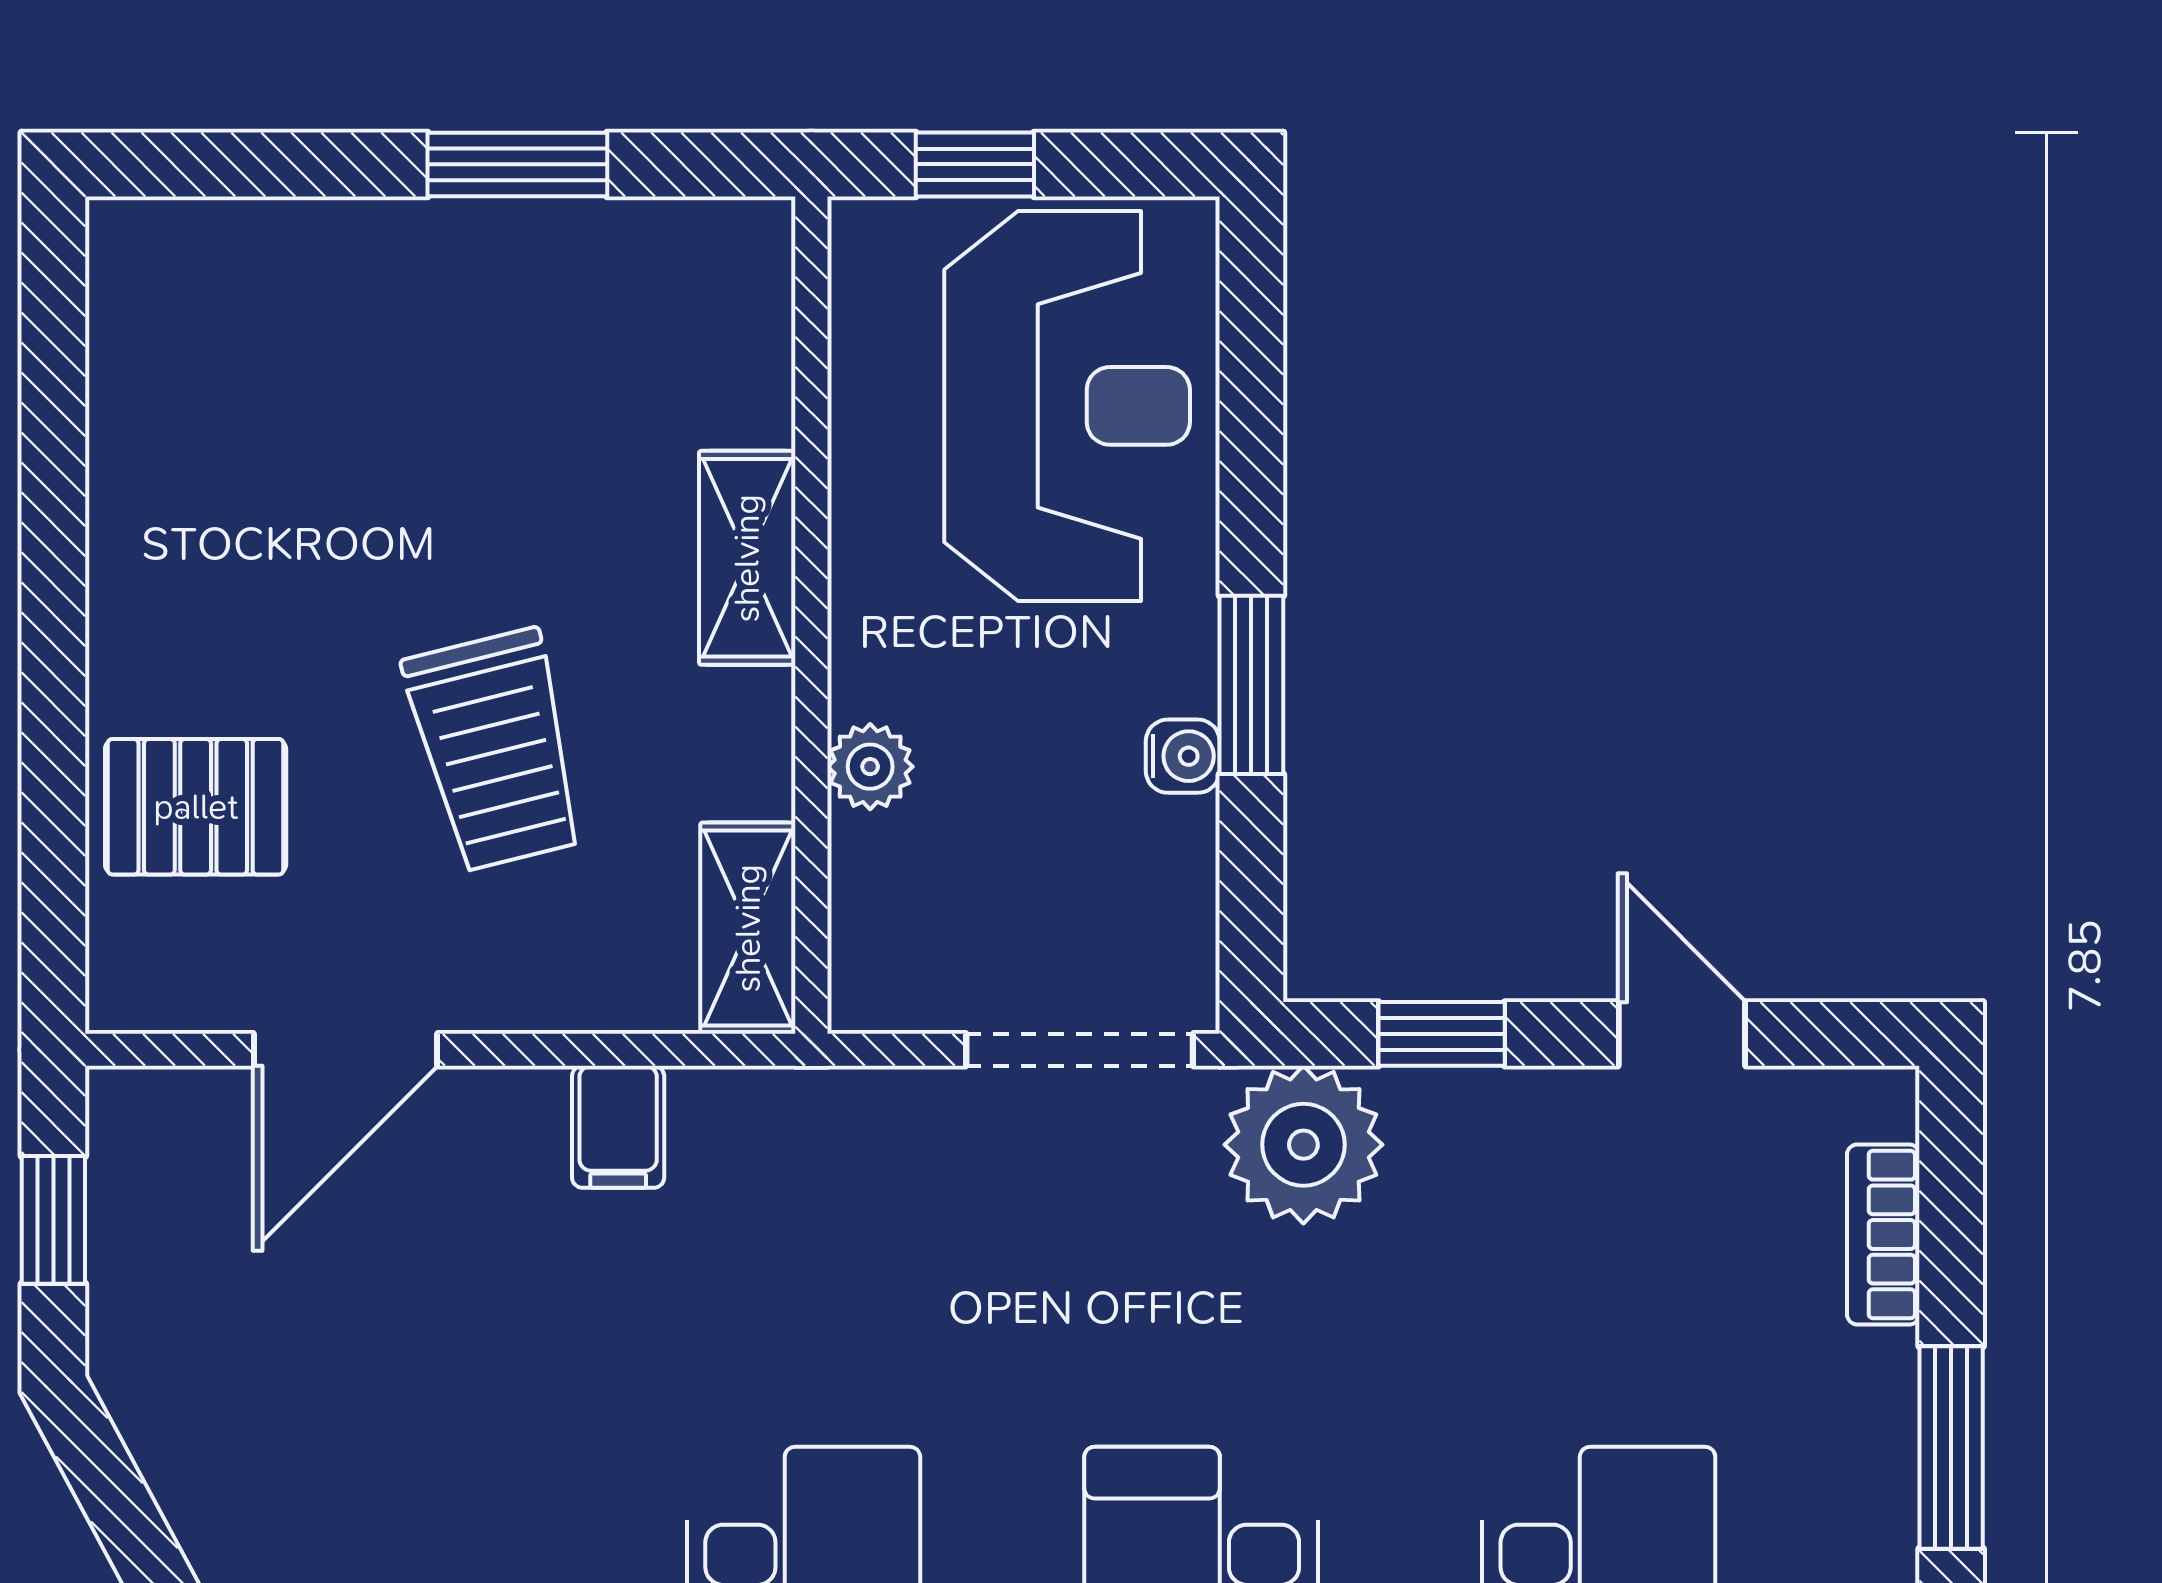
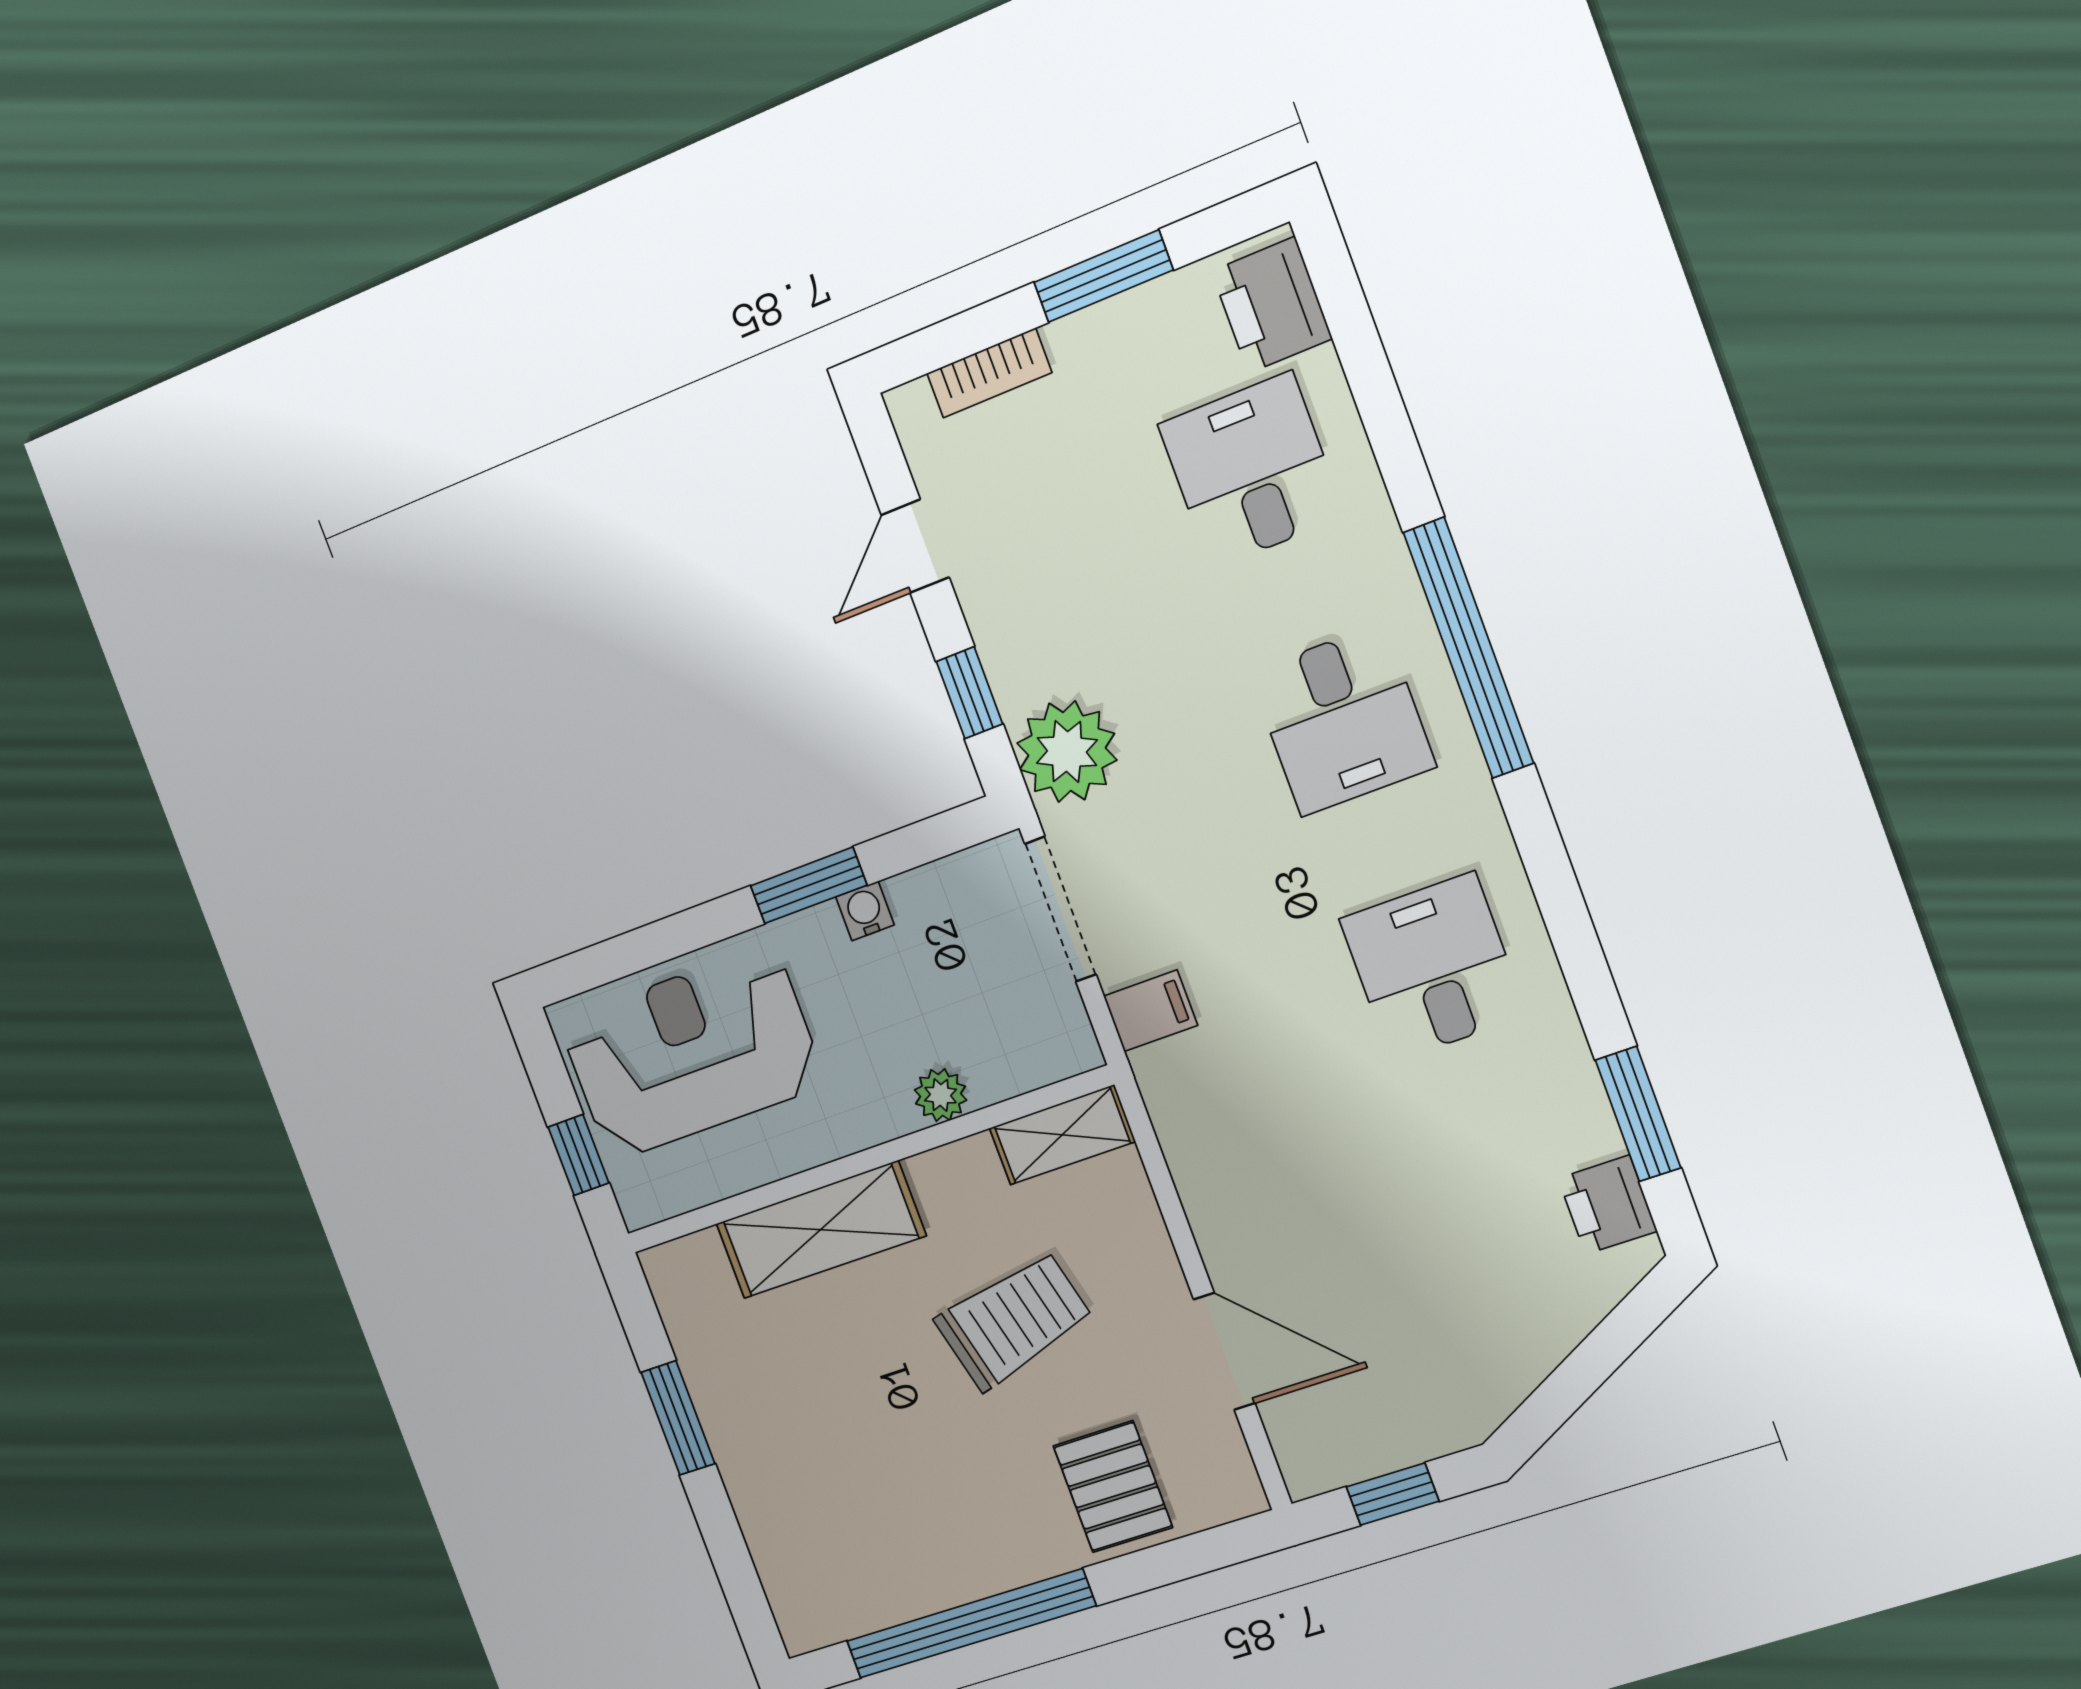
window: (53, 507) -> (970, 1624), added
shelving: (747, 558) -> (821, 1230), width x1.50, depth x1.33
filing cabinet: (618, 1127) -> (1150, 1011), moved

